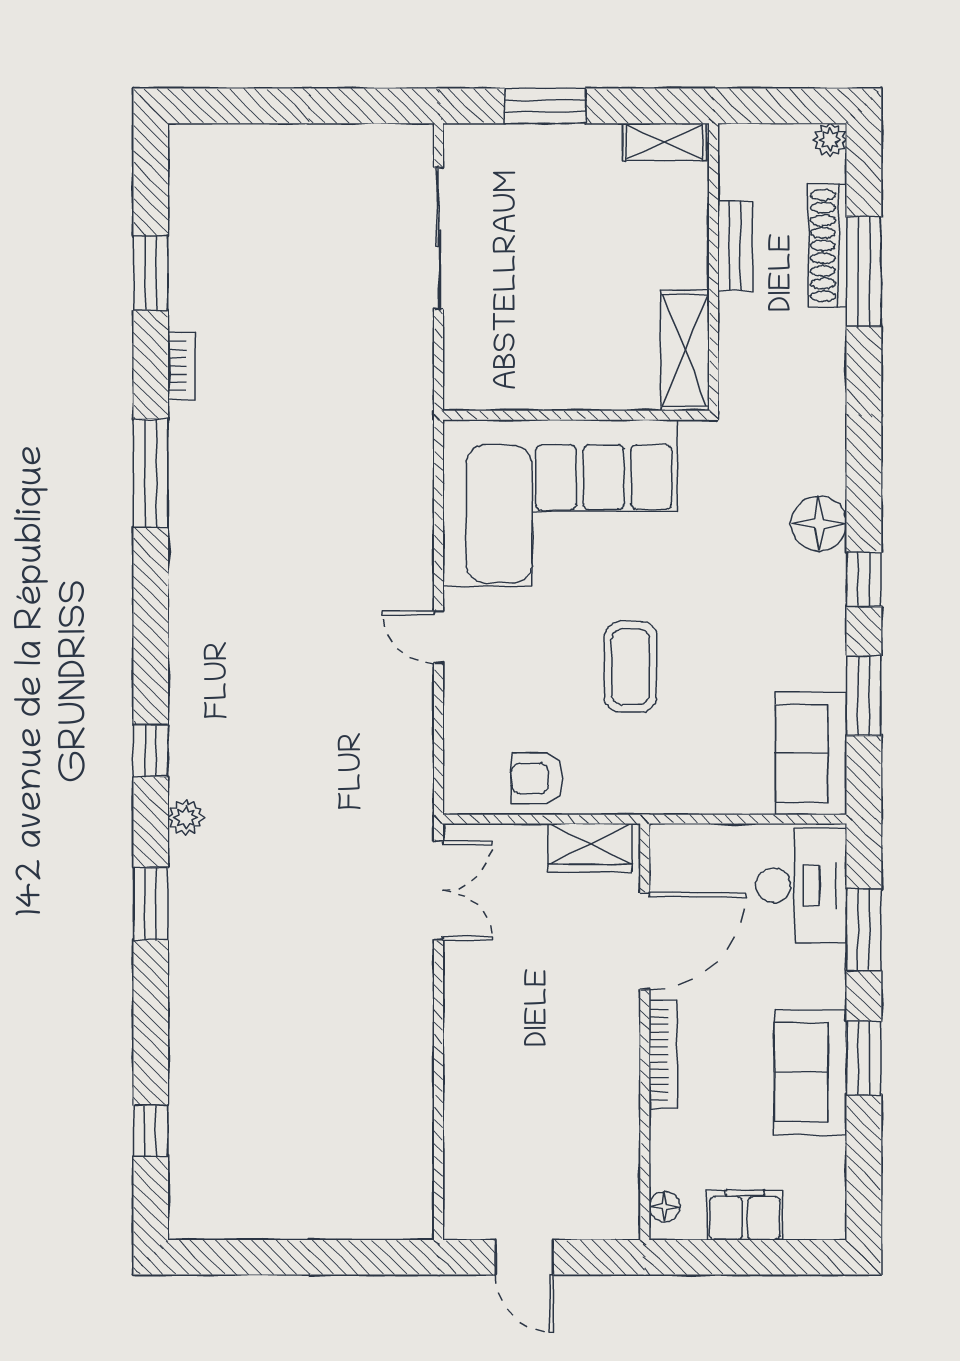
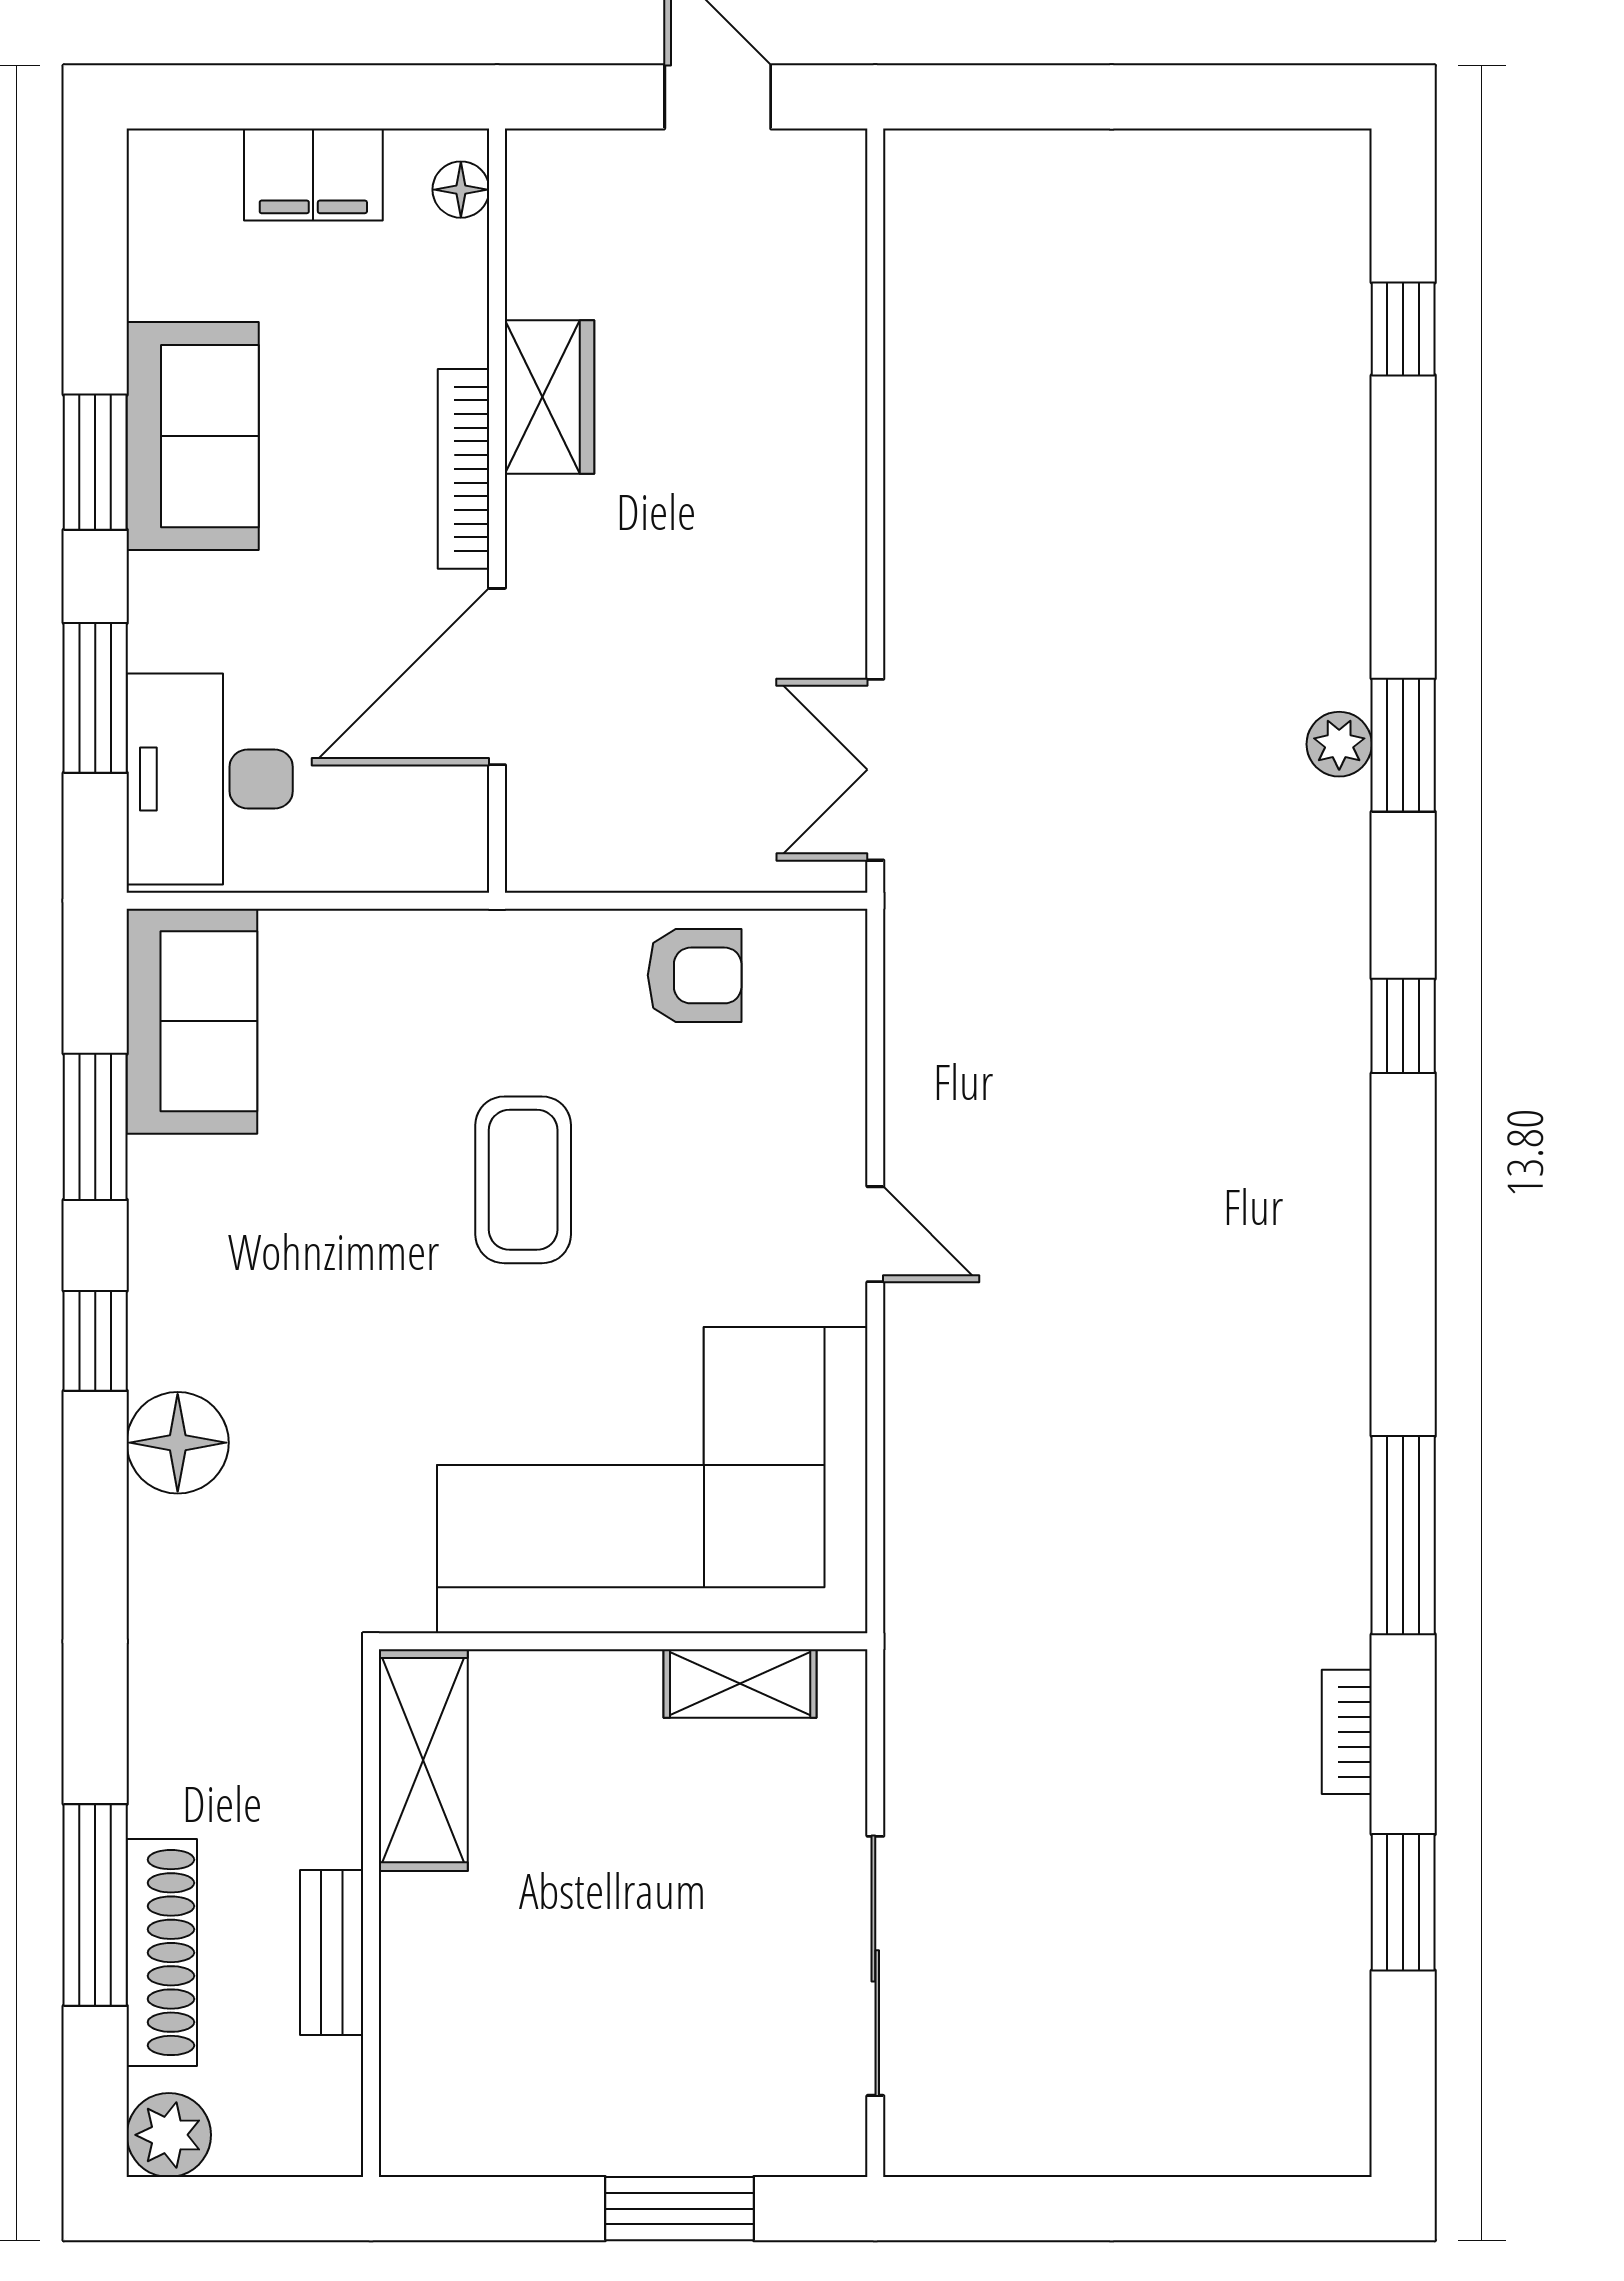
plant: (830, 140) -> (169, 2135), width x1.38, depth x1.38
shelving: (664, 142) -> (740, 1684), moved
plant: (186, 818) -> (1339, 744), moved
wardrobe: (590, 848) -> (550, 397), moved, turned 90

